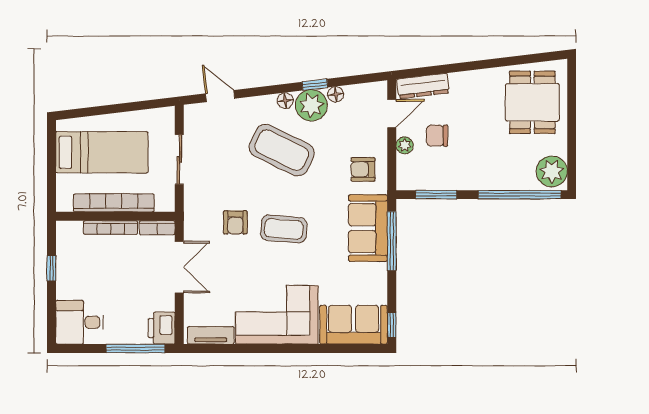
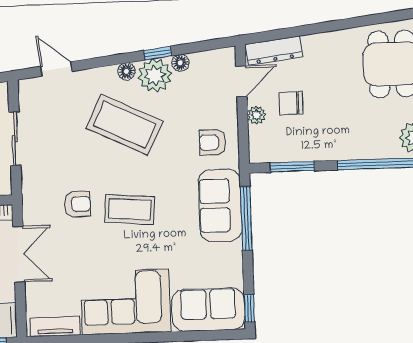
armchair: (235, 222) -> (77, 204), turned -90

